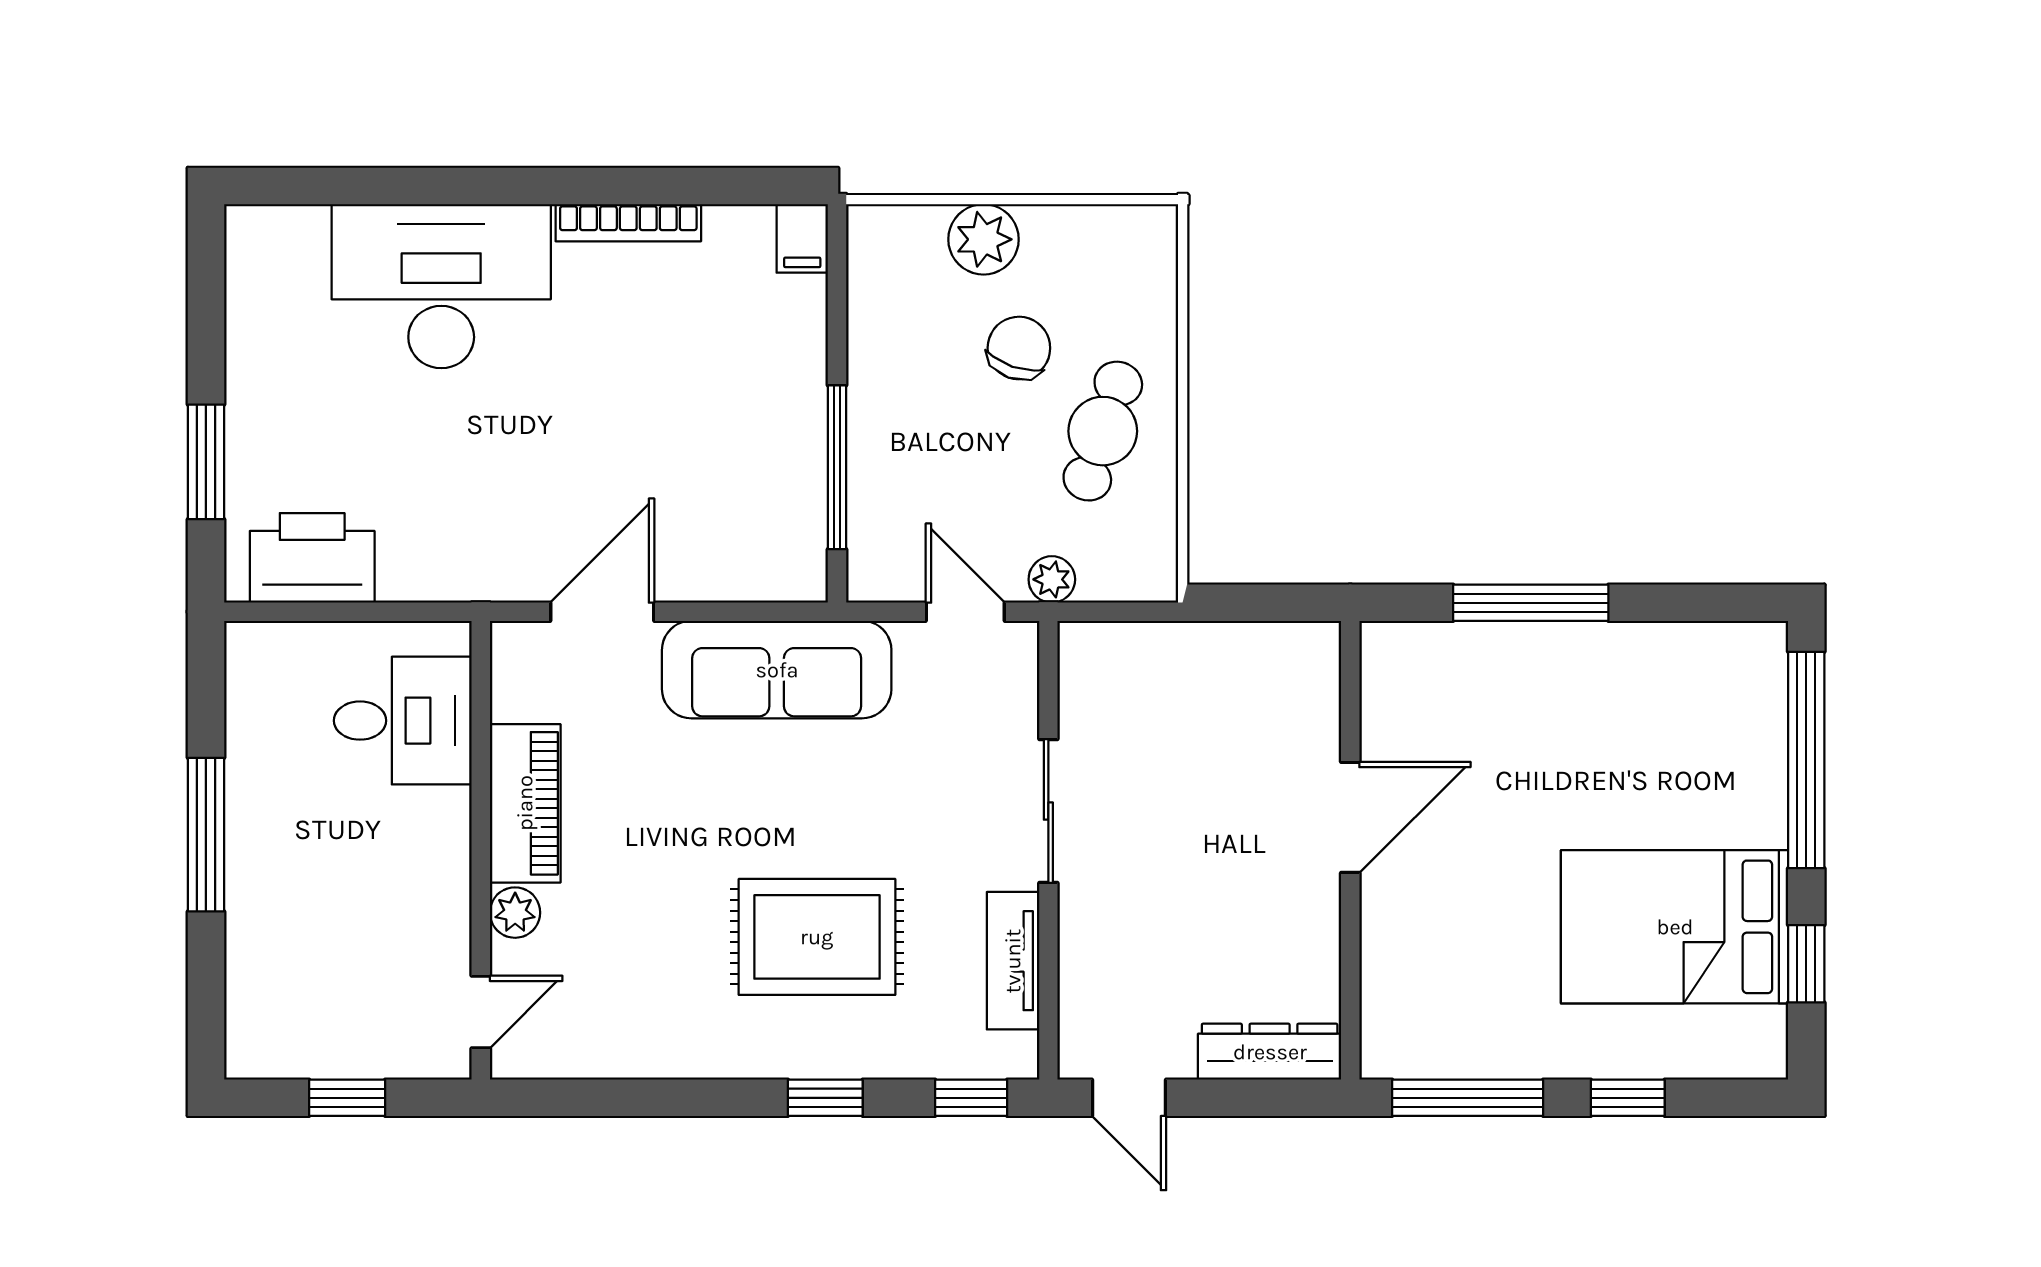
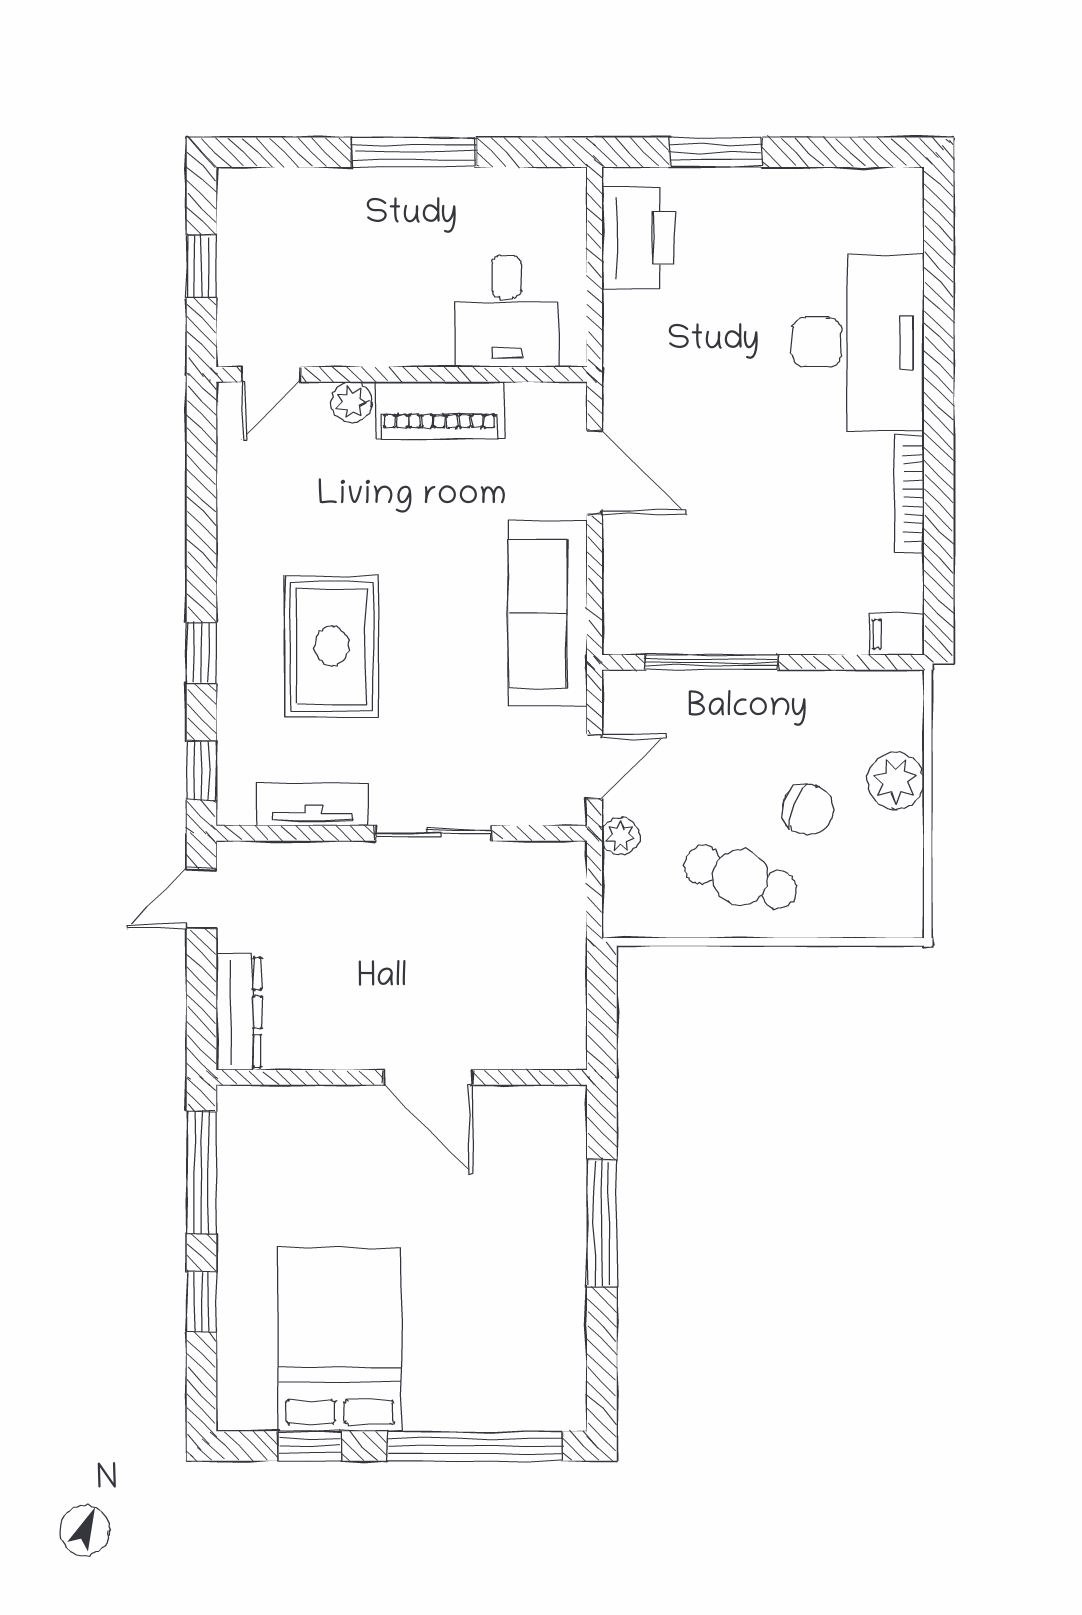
door: (481, 1012) -> (271, 374), hinge flipped

